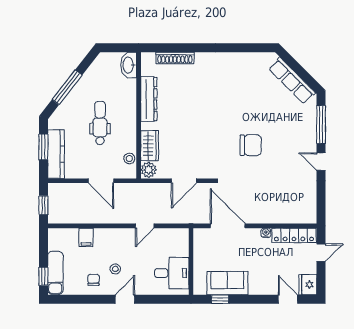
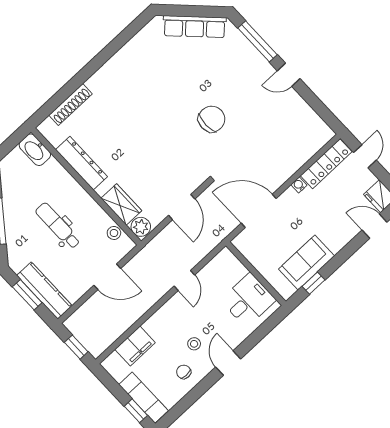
filing cabinet: (86, 237) -> (135, 346), width x2.00

